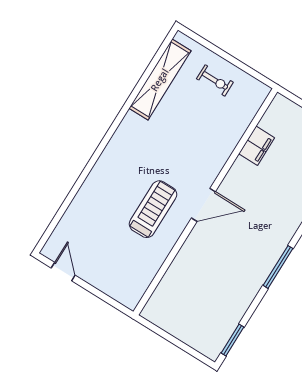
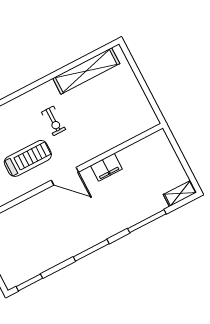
exercise bike: (215, 80) -> (54, 121), moved
filing cabinet: (257, 146) -> (106, 167), moved

